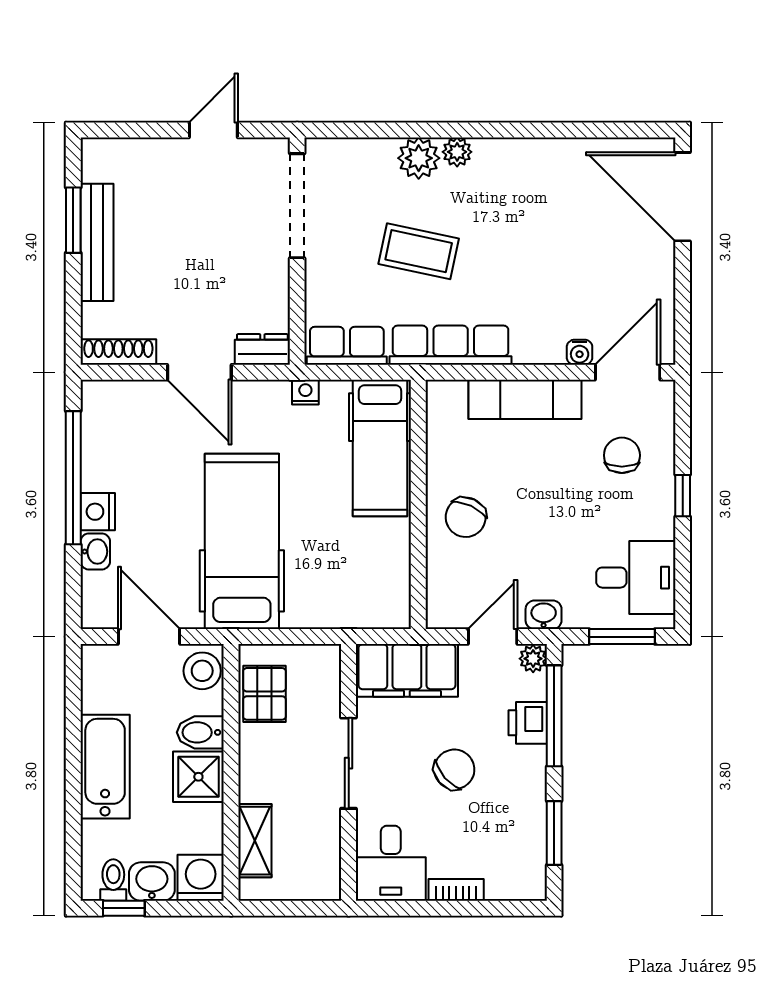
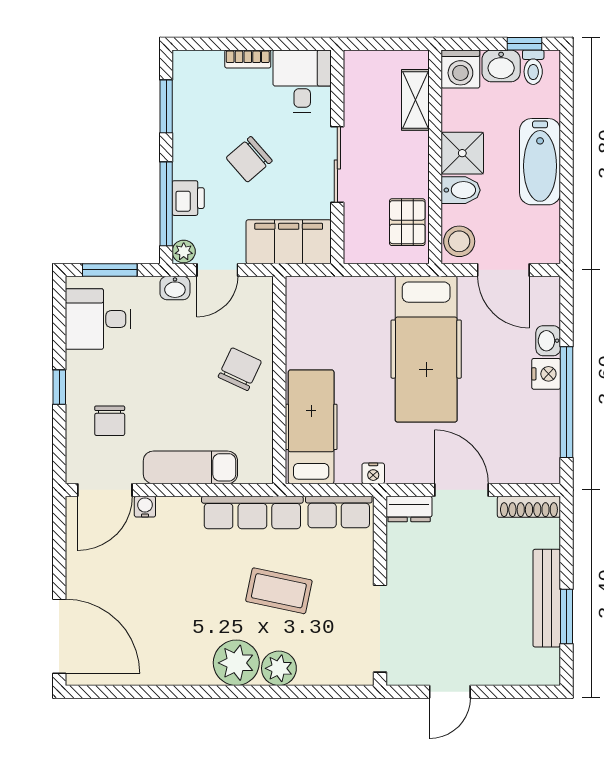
plant: (457, 152) -> (236, 663), width x1.88, depth x1.88

